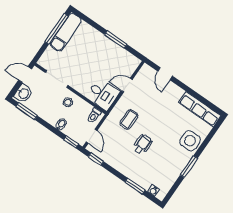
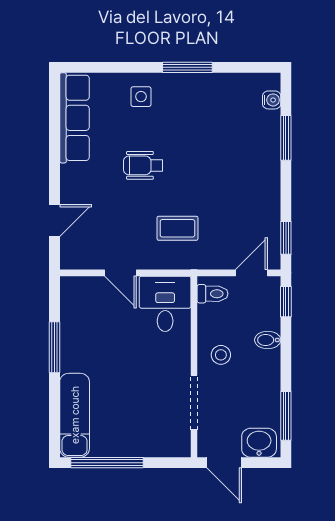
exam couch: (66, 32) -> (75, 415), moved, turned 90
side table: (190, 141) -> (141, 97), width x0.54, depth x0.54
wheelchair: (143, 144) -> (143, 165), moved

